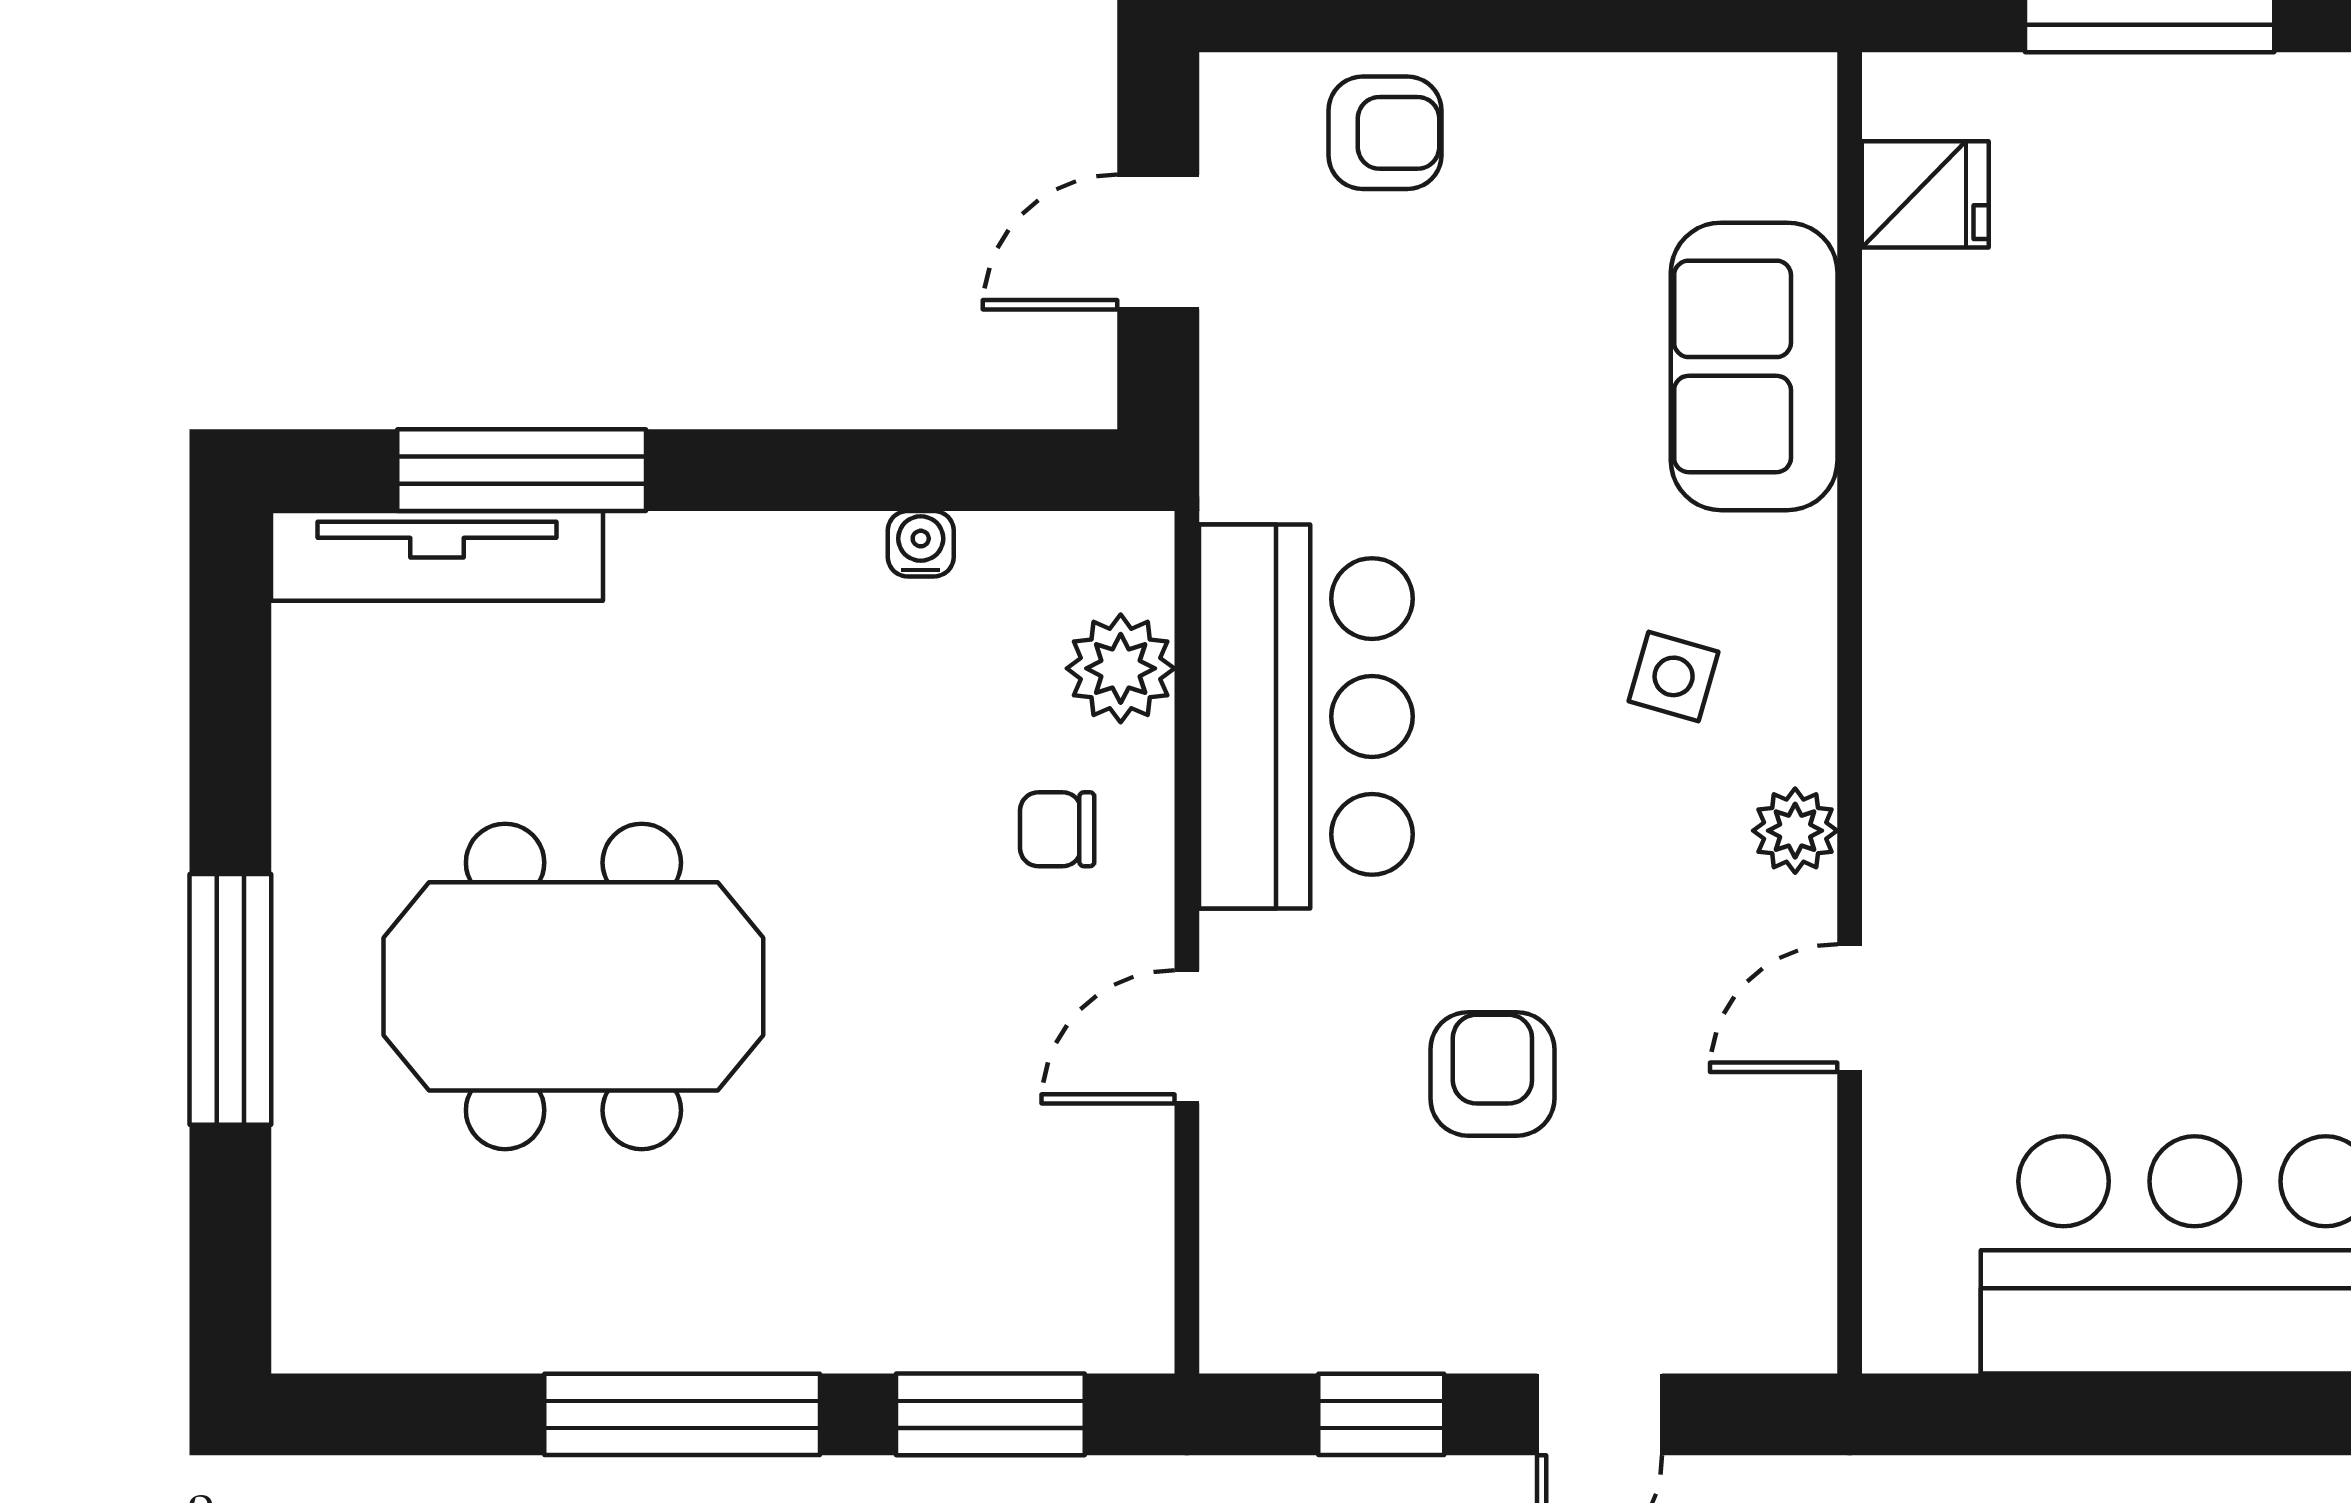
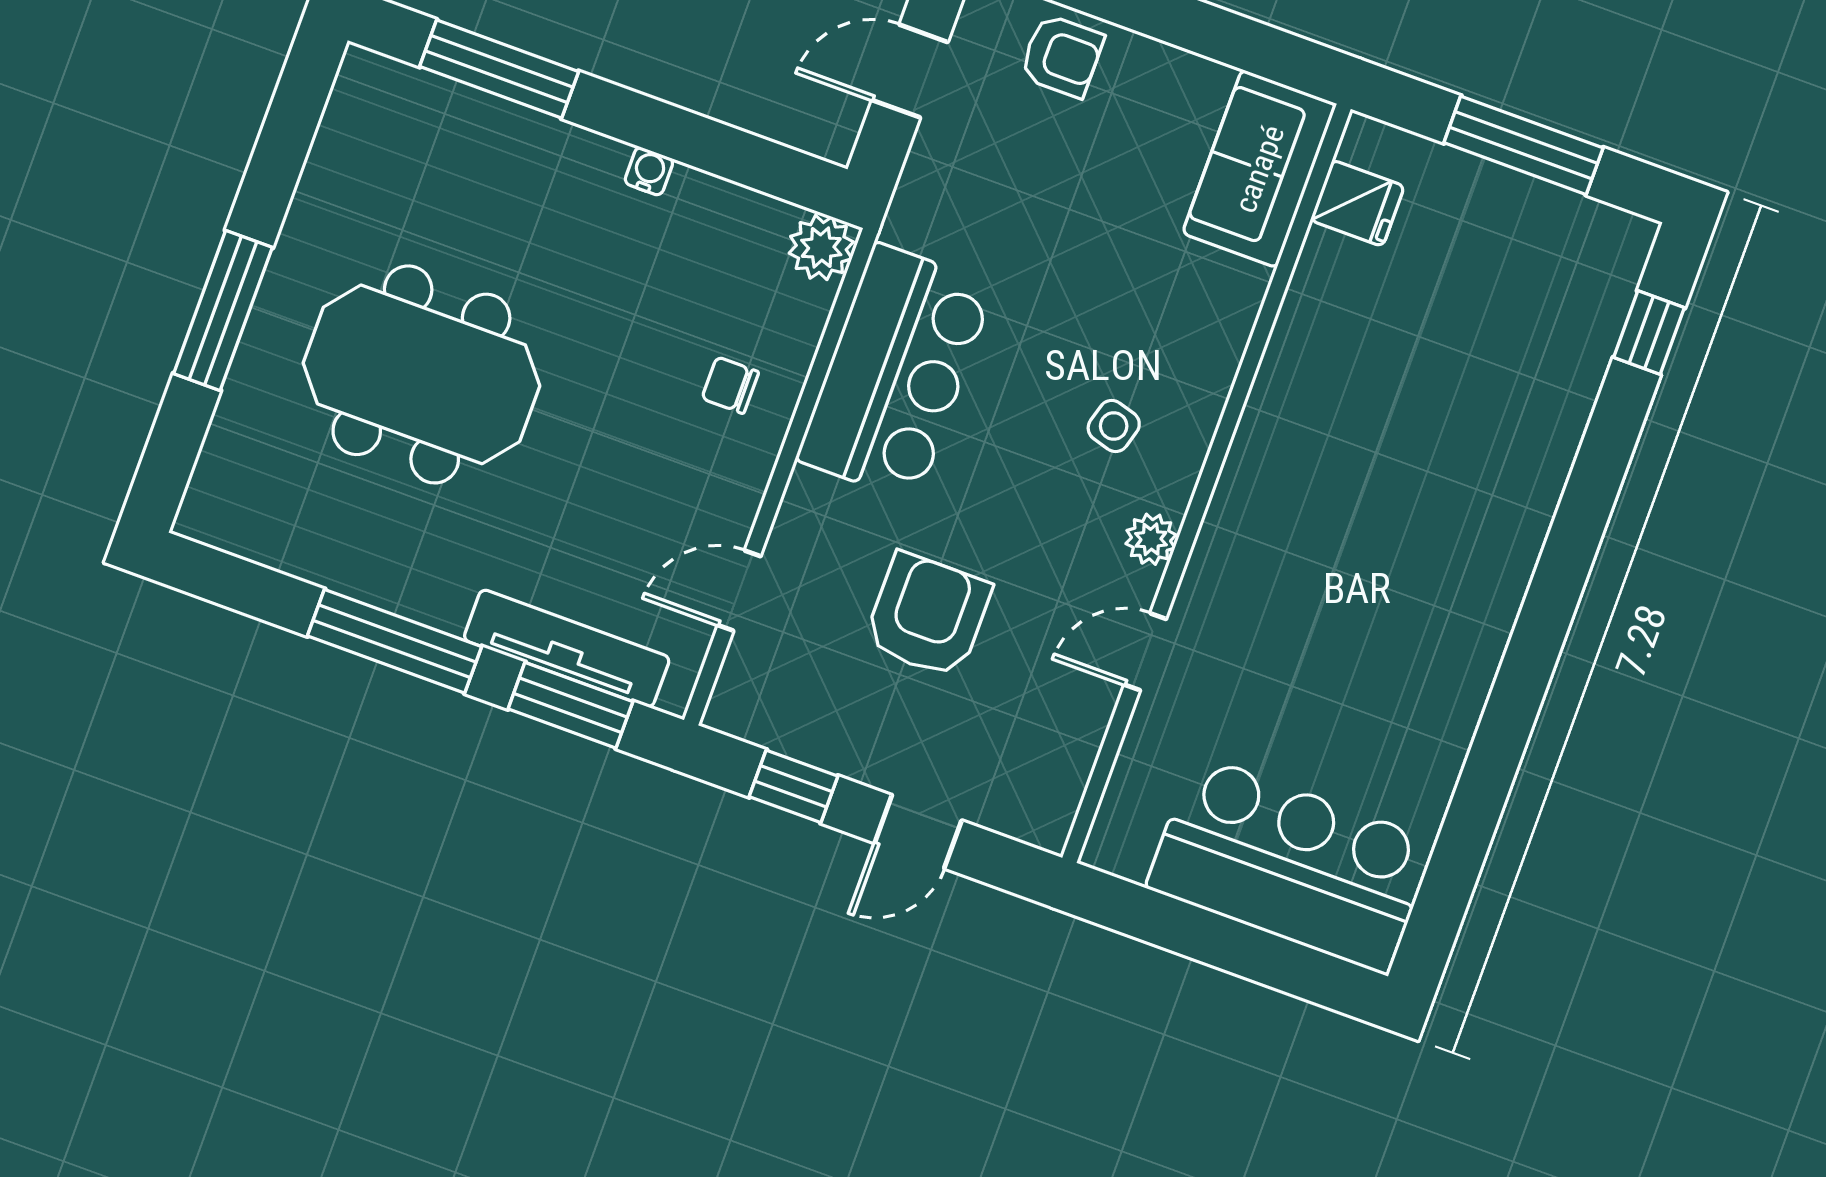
sofa: (1754, 366) -> (1259, 169), moved
water cooler: (921, 544) -> (649, 171), moved
tv unit: (437, 556) -> (567, 648), moved, turned 180
plant: (1121, 668) -> (821, 248), moved
door: (1187, 1037) -> (739, 591), moved
armchair: (1492, 1074) -> (928, 615), width x1.38, depth x1.38

